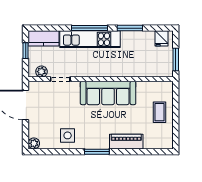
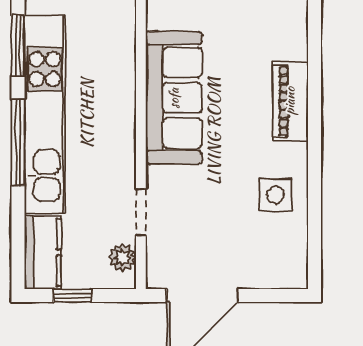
kitchen unit: (90, 39) -> (45, 115), width x1.36
piano: (126, 142) -> (290, 101), moved
plant: (34, 143) -> (295, 276), removed
window: (97, 152) -> (314, 125), removed

